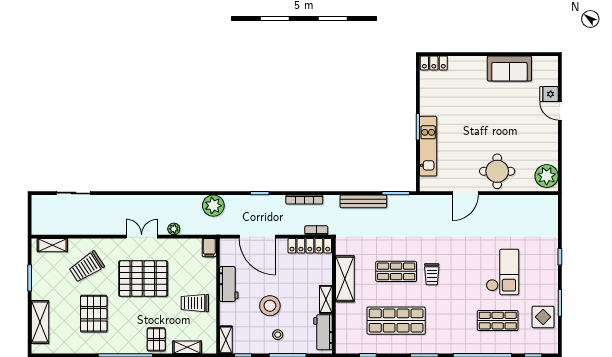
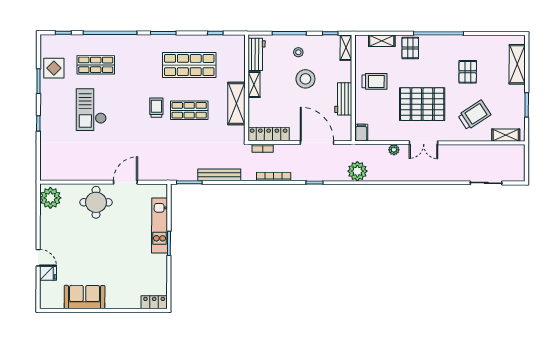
pallet: (94, 314) -> (468, 72), width x0.67, depth x0.71

